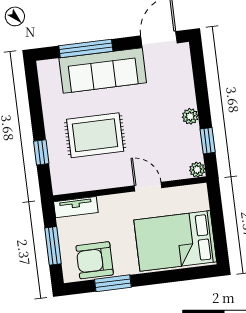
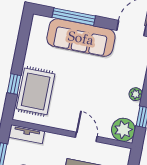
rug: (95, 135) -> (36, 91), moved, turned 90
plant: (197, 170) -> (123, 130), width x1.88, depth x1.88

